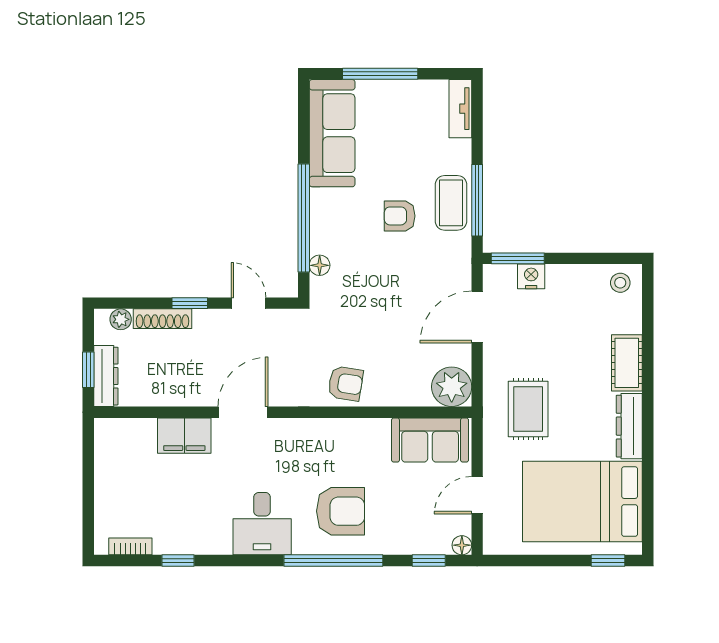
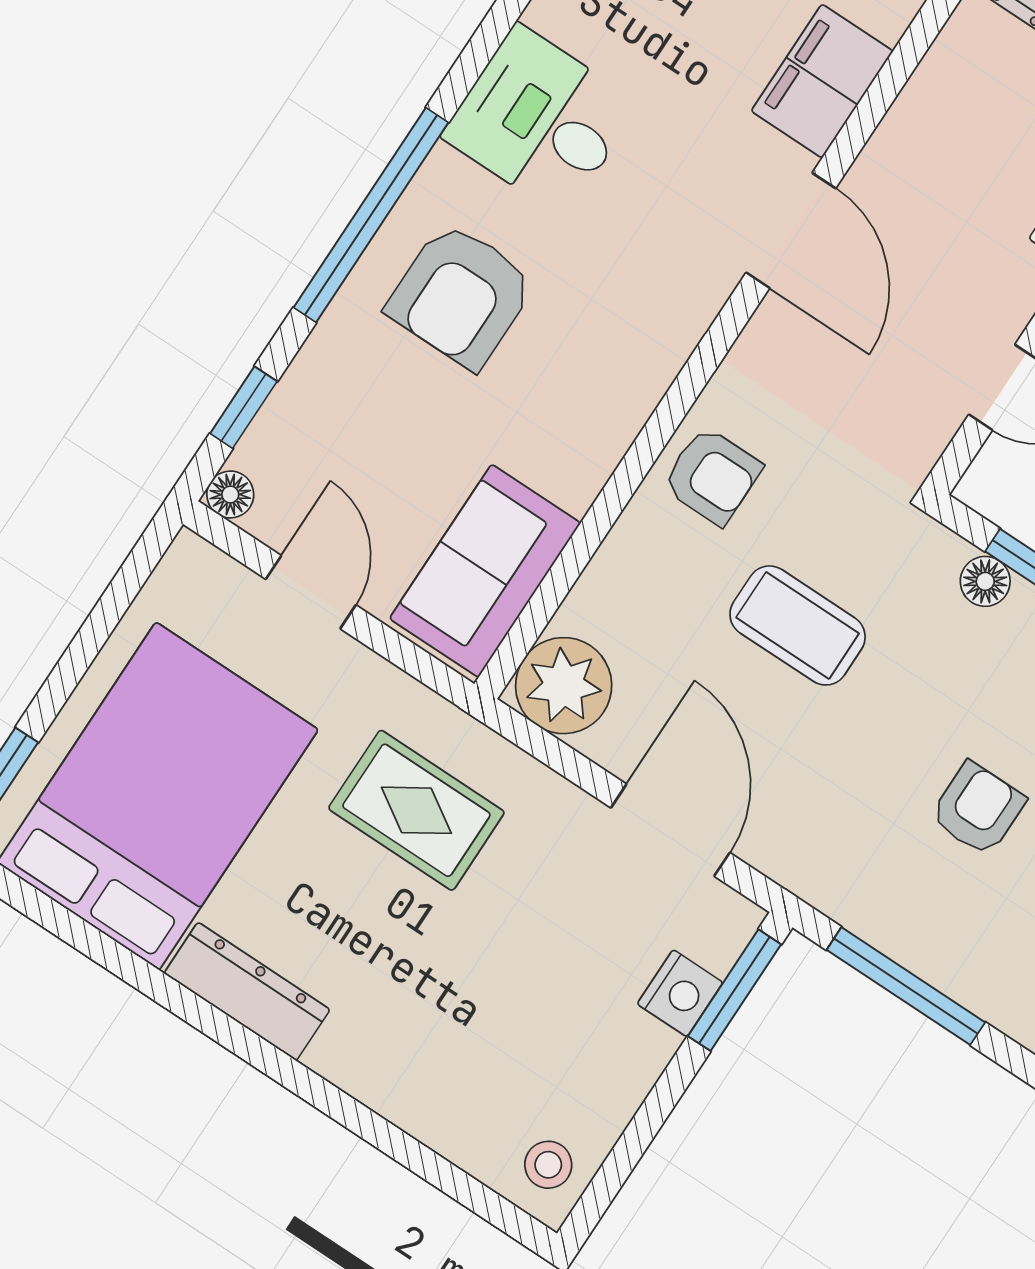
coffee table: (451, 203) -> (798, 625), moved
cot: (627, 363) -> (378, 1071), removed
armchair: (345, 383) -> (712, 476), turned -99

